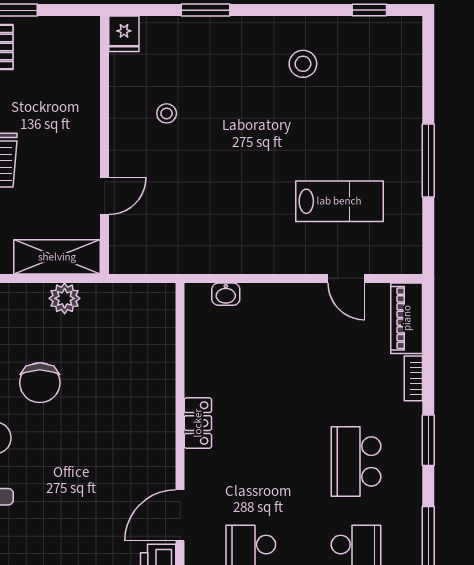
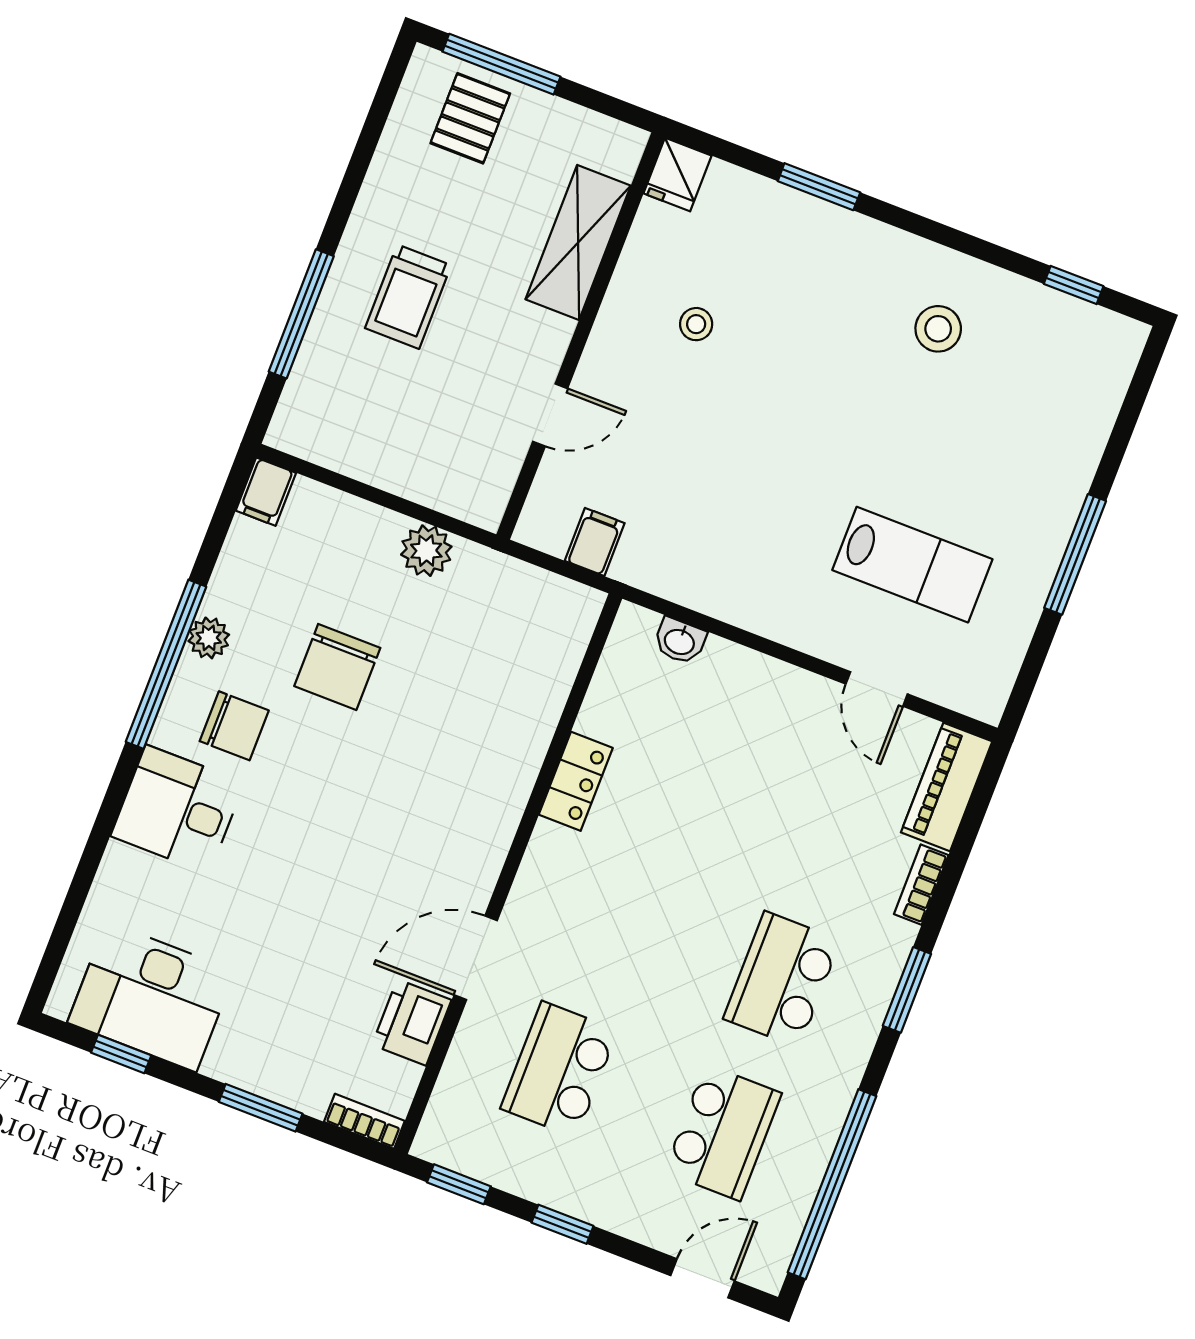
shelving: (57, 257) -> (578, 242), moved, turned 90
filing cabinet: (157, 257) -> (595, 542), added
locker: (198, 423) -> (576, 781), moved

